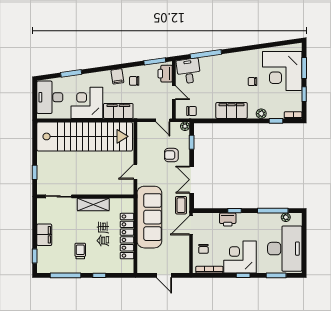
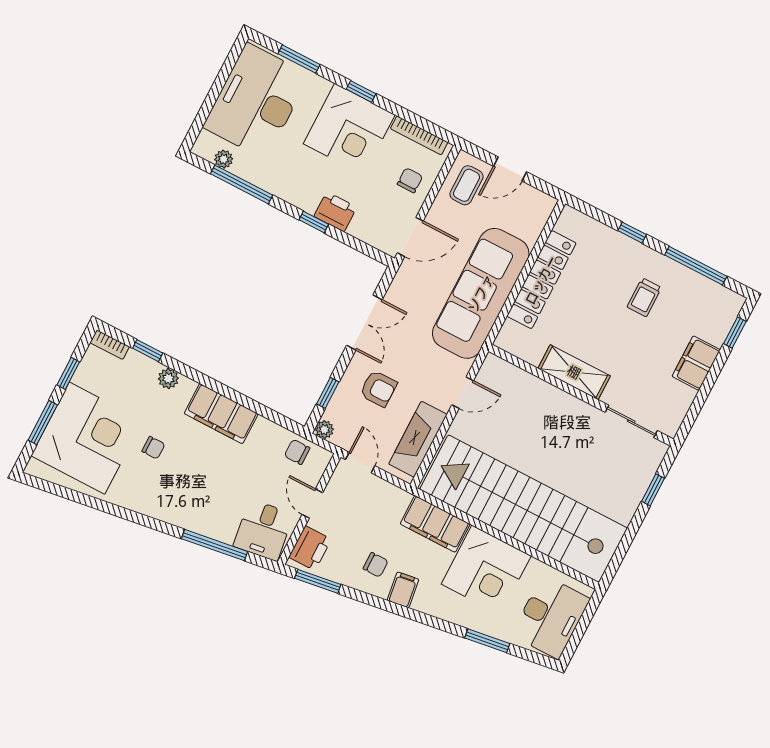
fireplace: (144, 143) -> (418, 439), added
coffee table: (181, 205) -> (467, 185), moved
door: (164, 275) -> (510, 169), swing flipped

